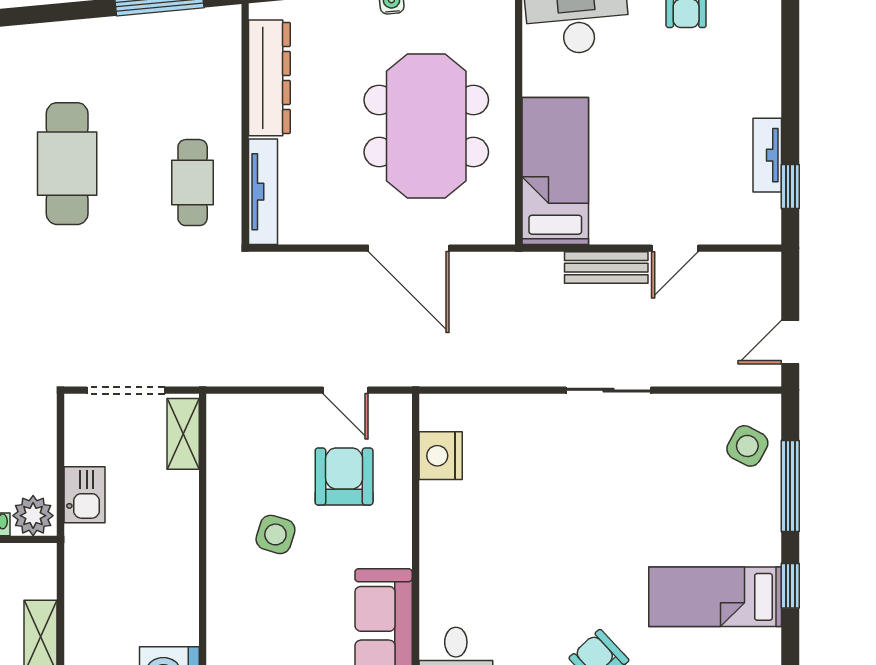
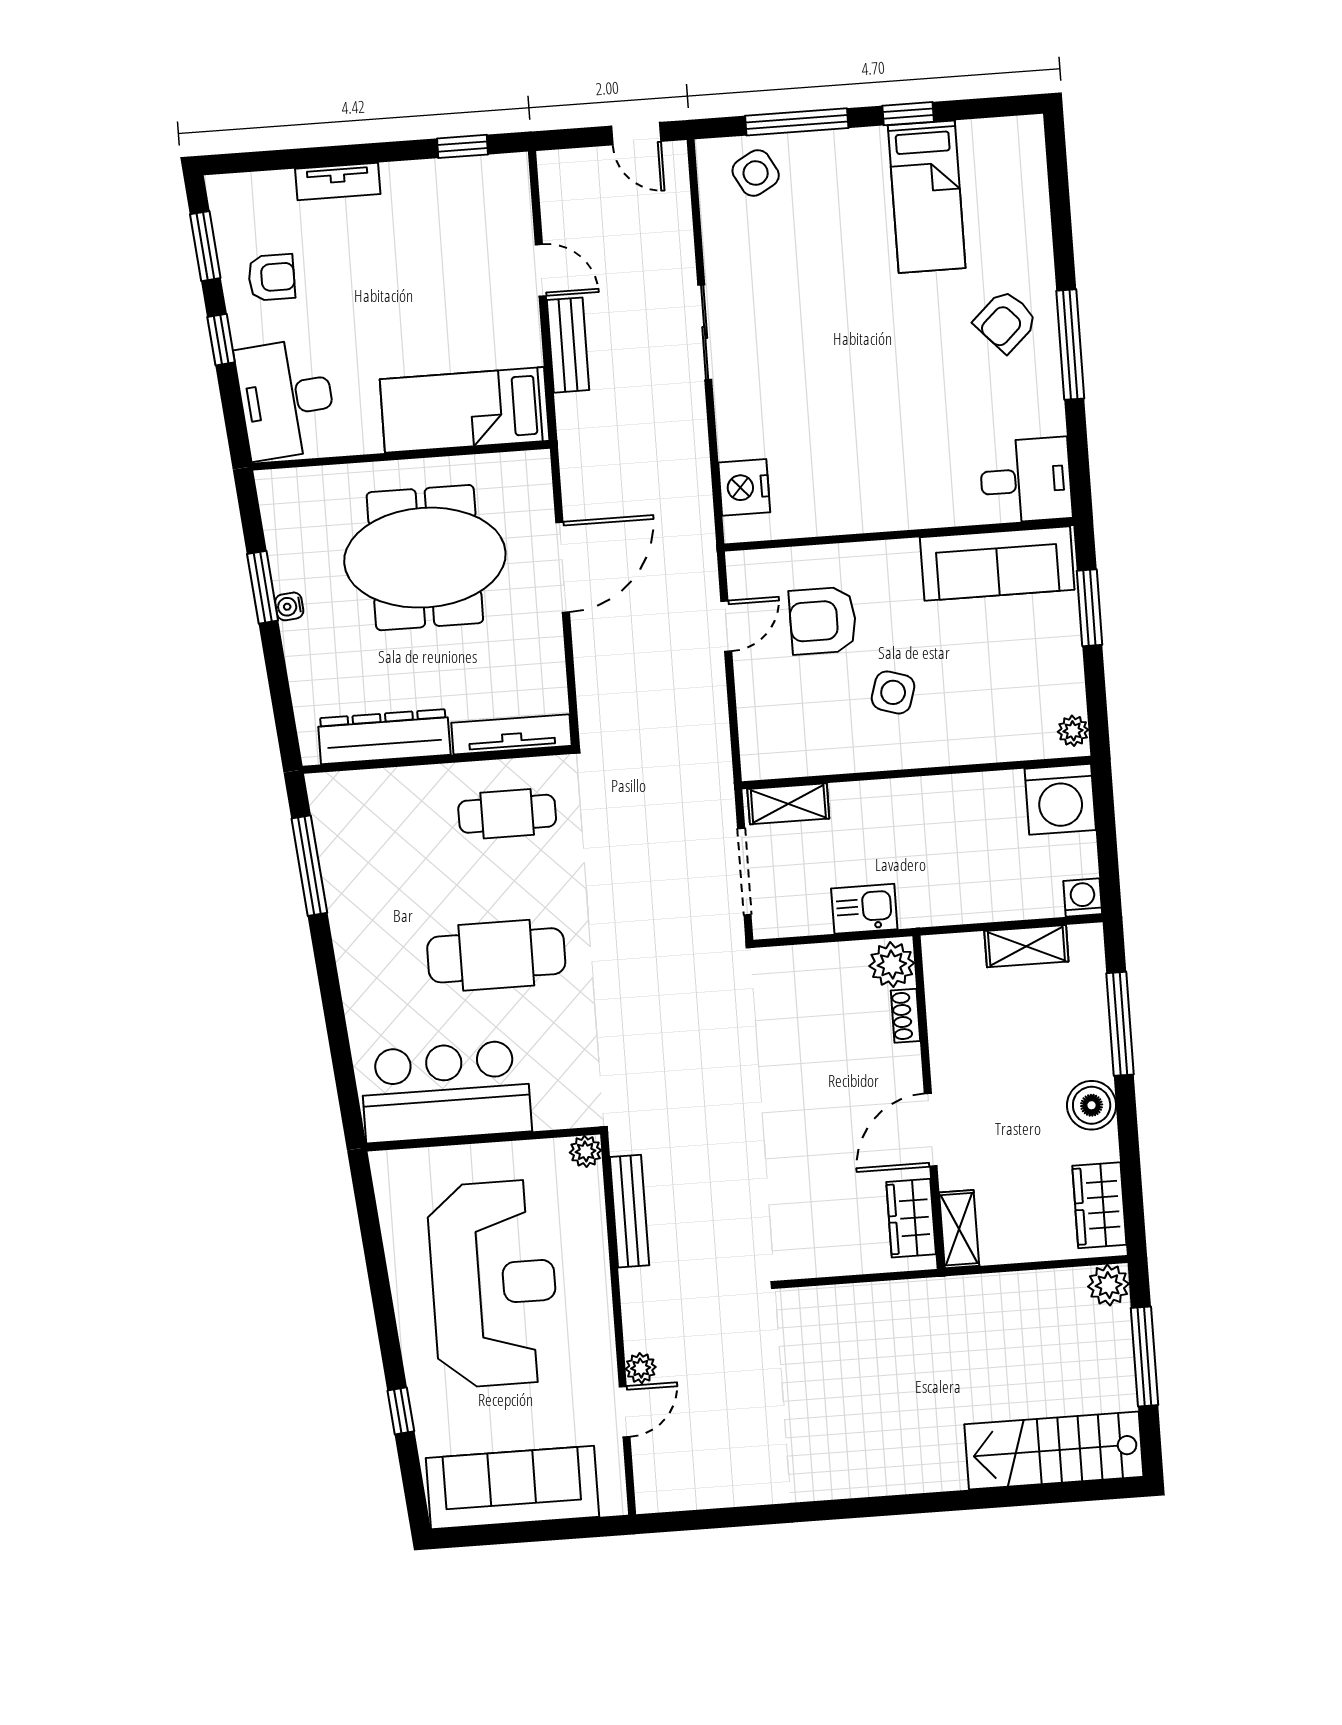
tv unit: (767, 155) -> (338, 181), moved
side table: (747, 446) -> (756, 173), turned 33
nightstand: (441, 456) -> (744, 487), moved, turned 90

